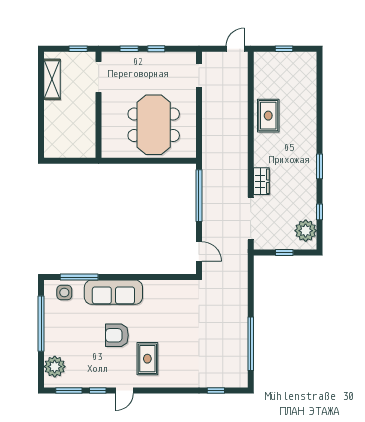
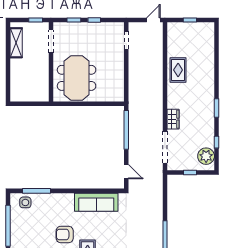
meeting table: (154, 125) -> (77, 78), moved
sofa: (113, 292) -> (96, 202), moved

